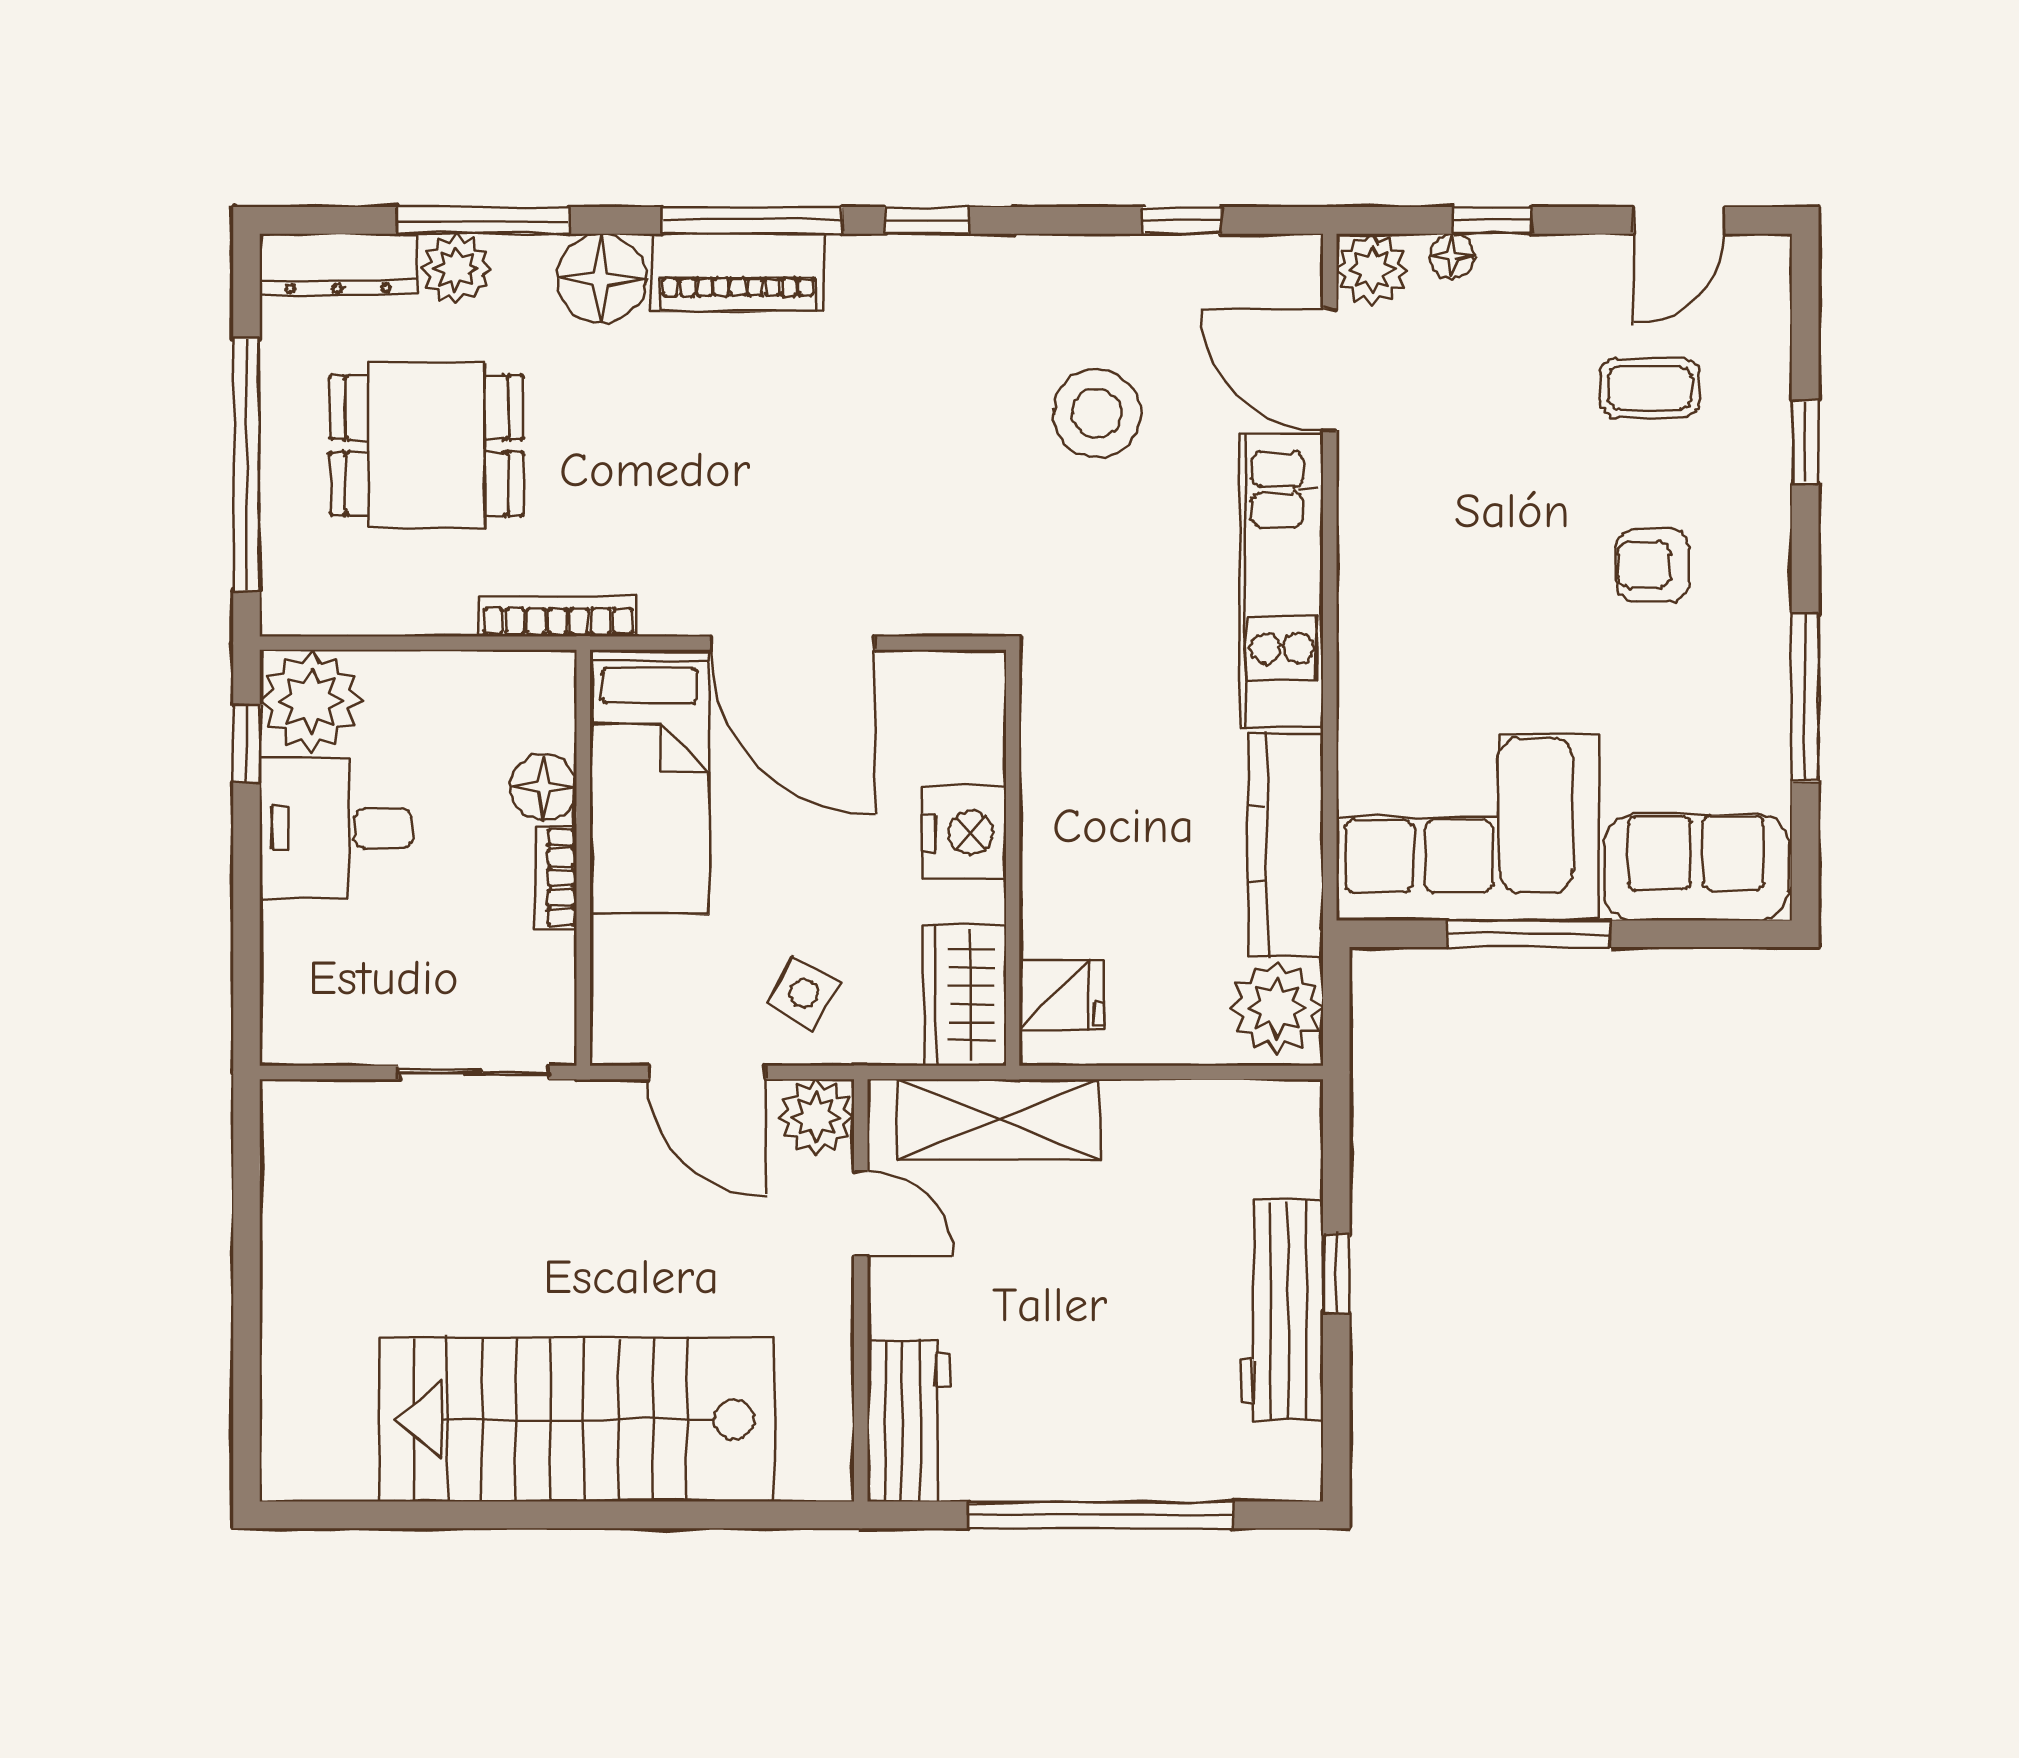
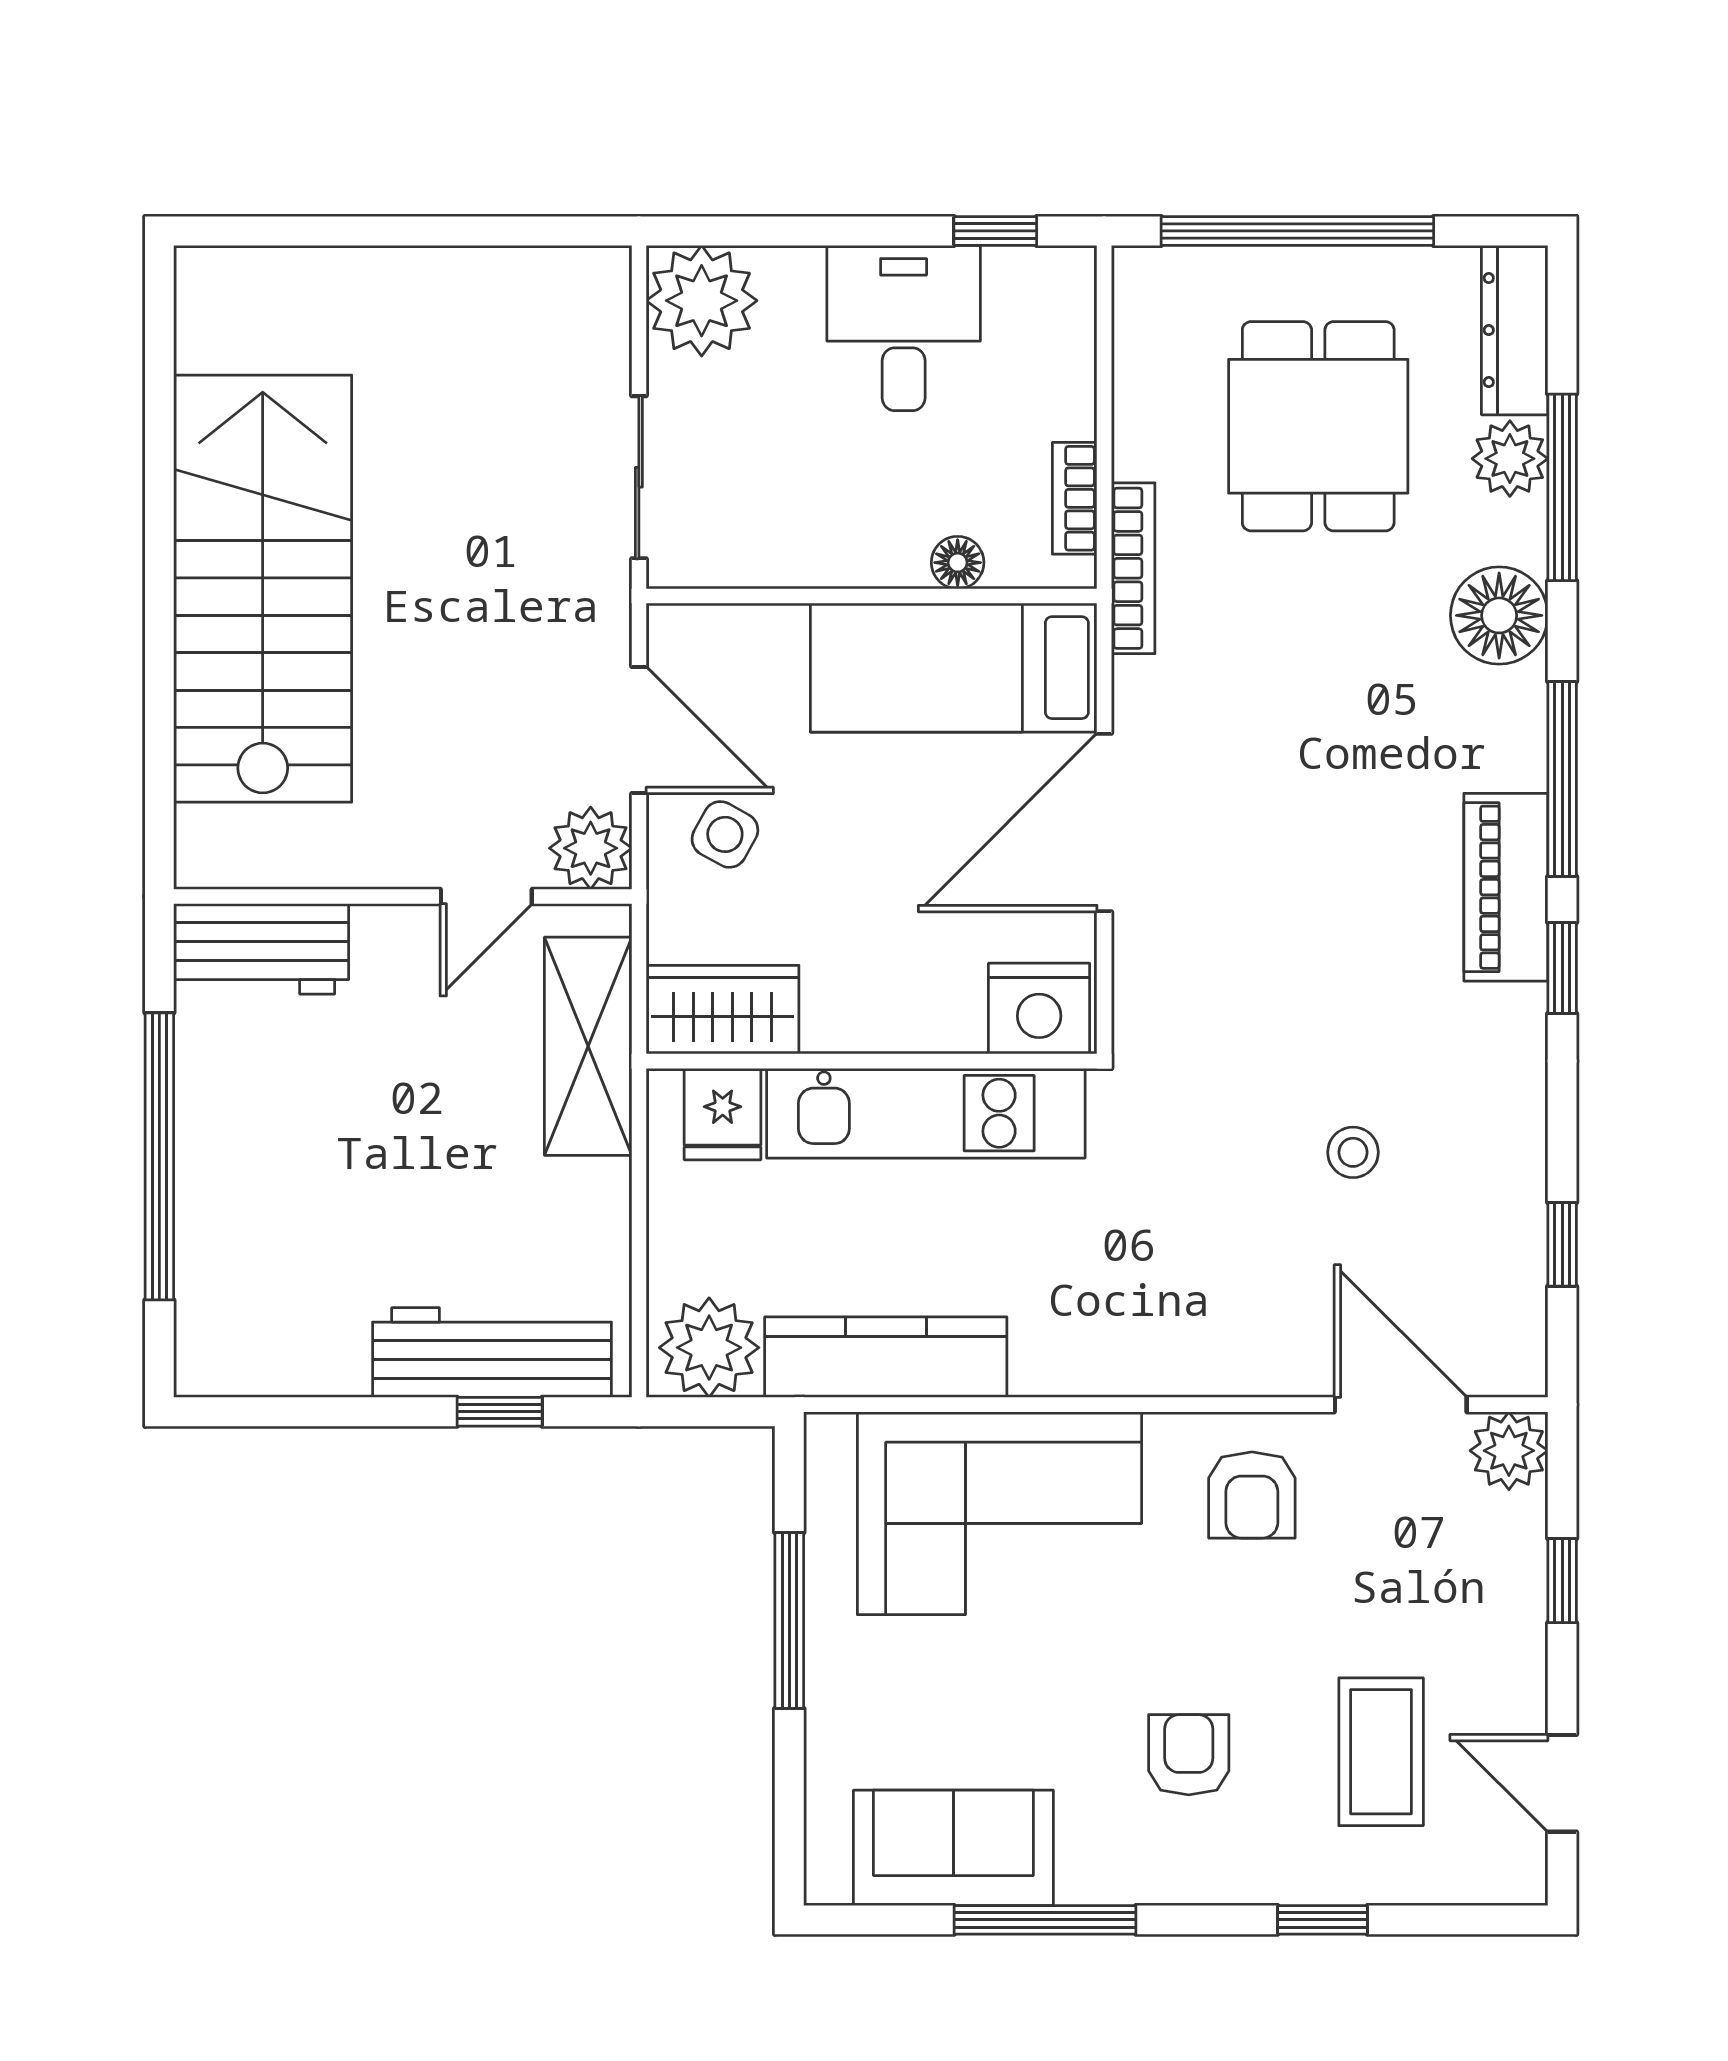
floor lamp: (1452, 256) -> (1524, 1537), removed
piano: (738, 272) -> (1506, 887), moved
door: (1330, 369) -> (1401, 1405), hinge flipped
coffee table: (1650, 388) -> (1381, 1752), width x1.36, depth x1.30
stool: (1097, 413) -> (1353, 1152), width x0.53, depth x0.53
armchair: (1413, 507) -> (1252, 1495), added
kitchen unit: (1282, 581) -> (926, 1113), moved, turned 180
plant: (311, 701) -> (702, 301), moved
floor lamp: (544, 787) -> (958, 563), width x0.73, depth x0.73
corner sofa: (1467, 827) -> (999, 1513), moved, turned 90
nightstand: (964, 832) -> (1039, 1009), moved
sofa: (1696, 867) -> (953, 1848), moved, turned -90
bookcase: (556, 877) -> (1075, 498), moved, turned -90
door: (707, 1072) -> (639, 730), swing flipped
window: (1336, 1273) -> (500, 1412), moved
workbench: (1282, 1311) -> (492, 1353), moved

